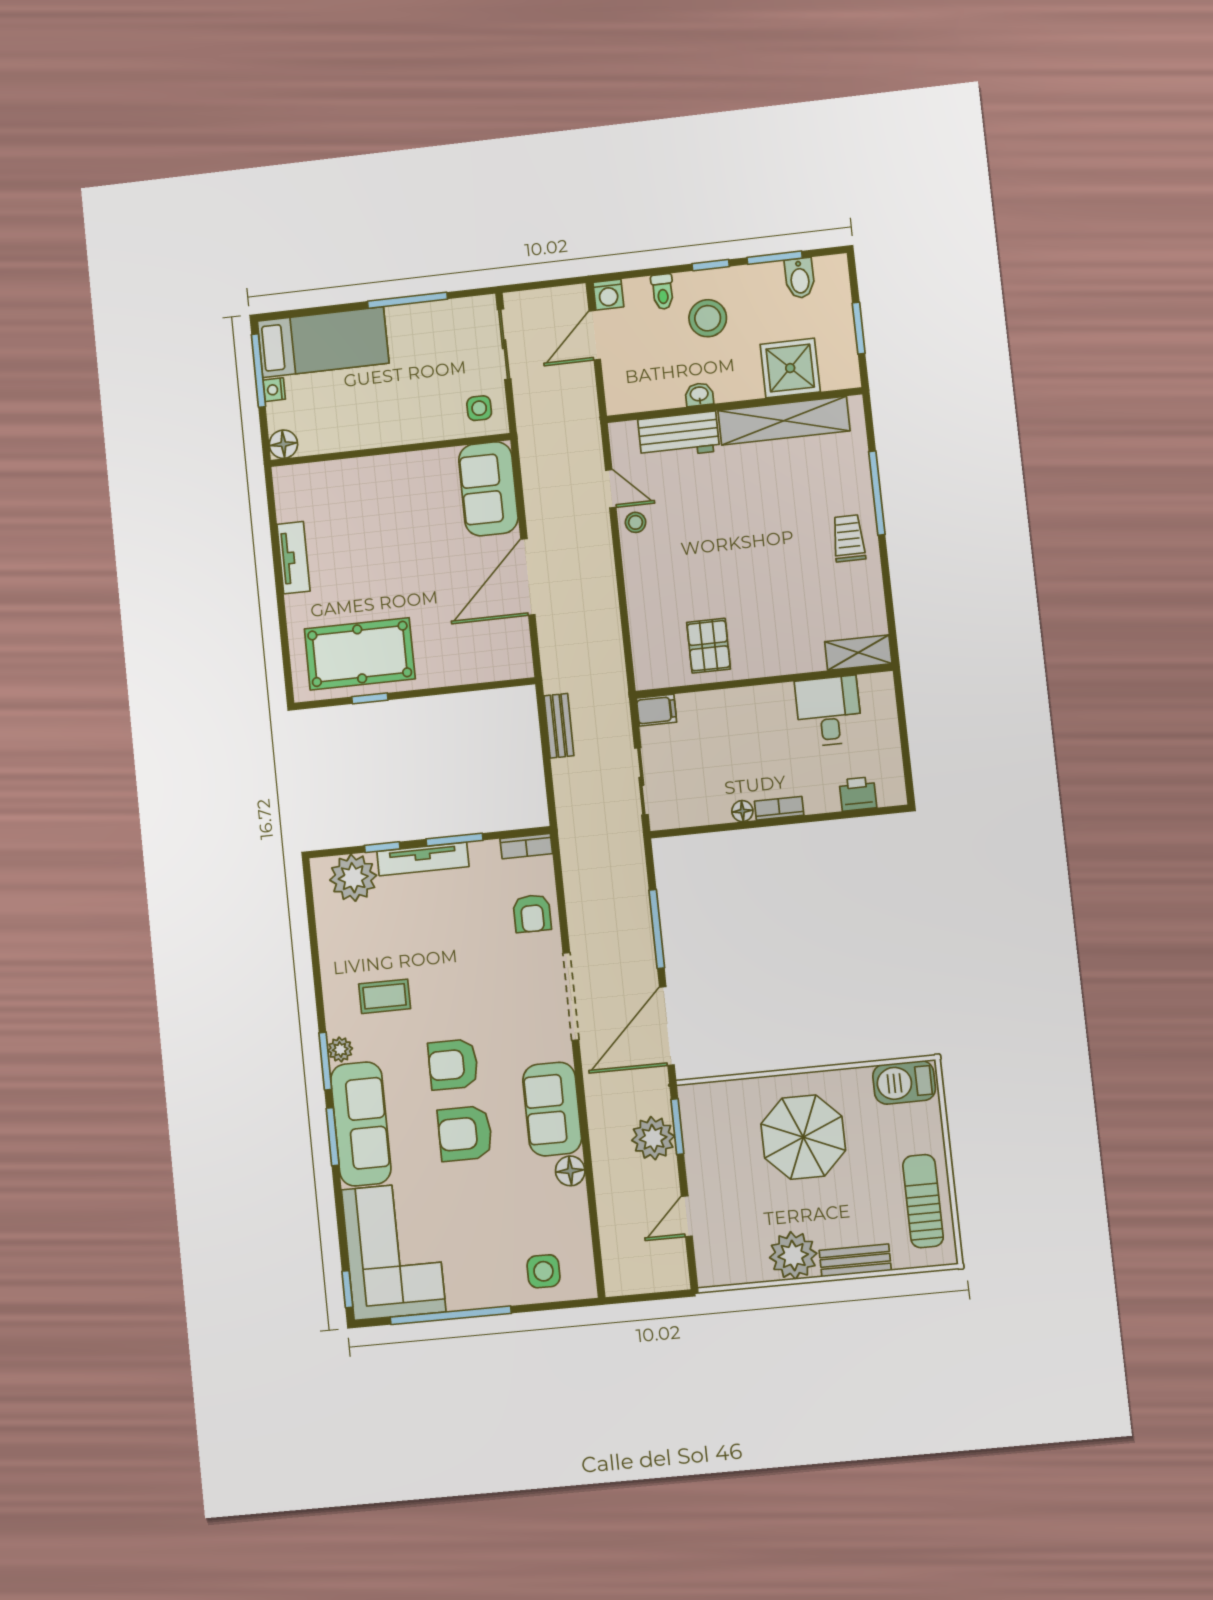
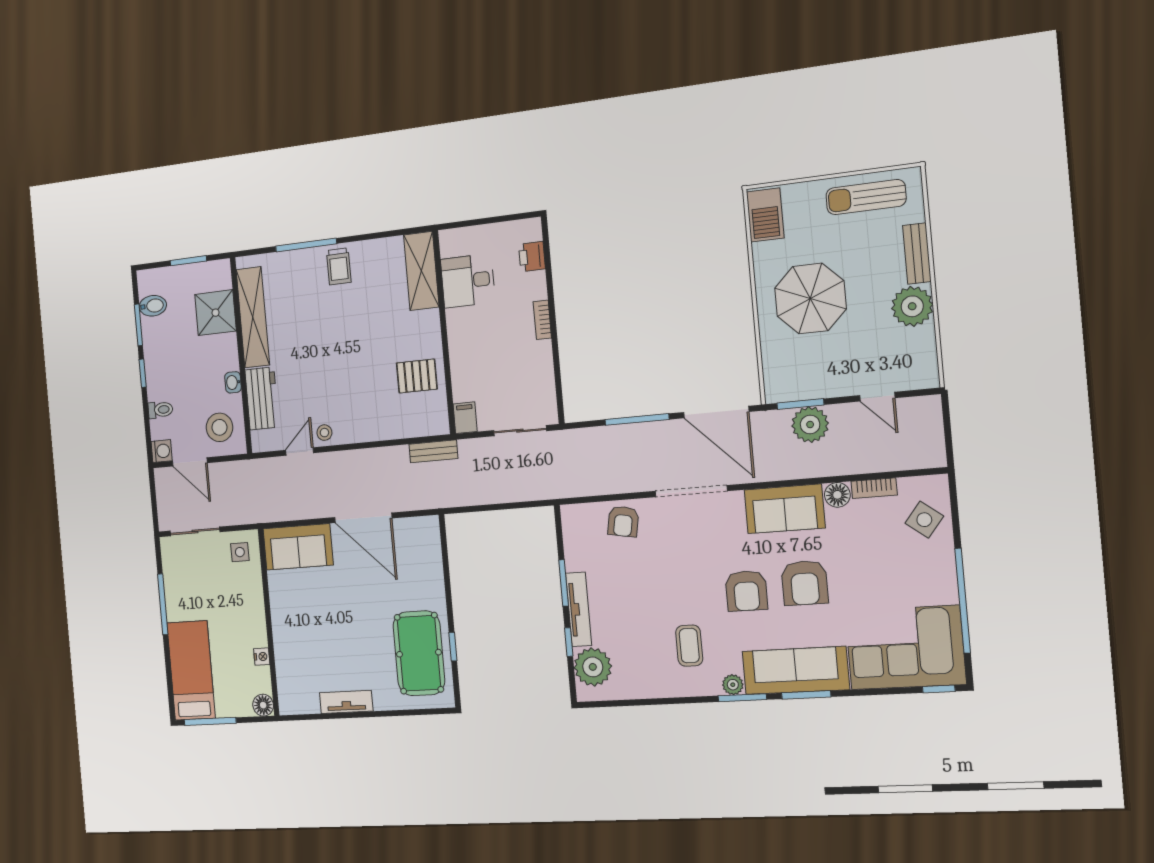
stool: (708, 318) -> (219, 427), moved
nightstand: (274, 390) -> (262, 657), moved, turned -90
trolley: (849, 538) -> (339, 266), turned -90
shelving: (858, 653) -> (421, 271), width x1.50, depth x1.33
bench: (559, 726) -> (433, 451), moved
floor lamp: (742, 811) -> (544, 349), removed
bookcase: (526, 846) -> (874, 488), moved, turned 90
armchair: (532, 913) -> (623, 521), turned 100
side table: (543, 1271) -> (924, 520), turned 38

